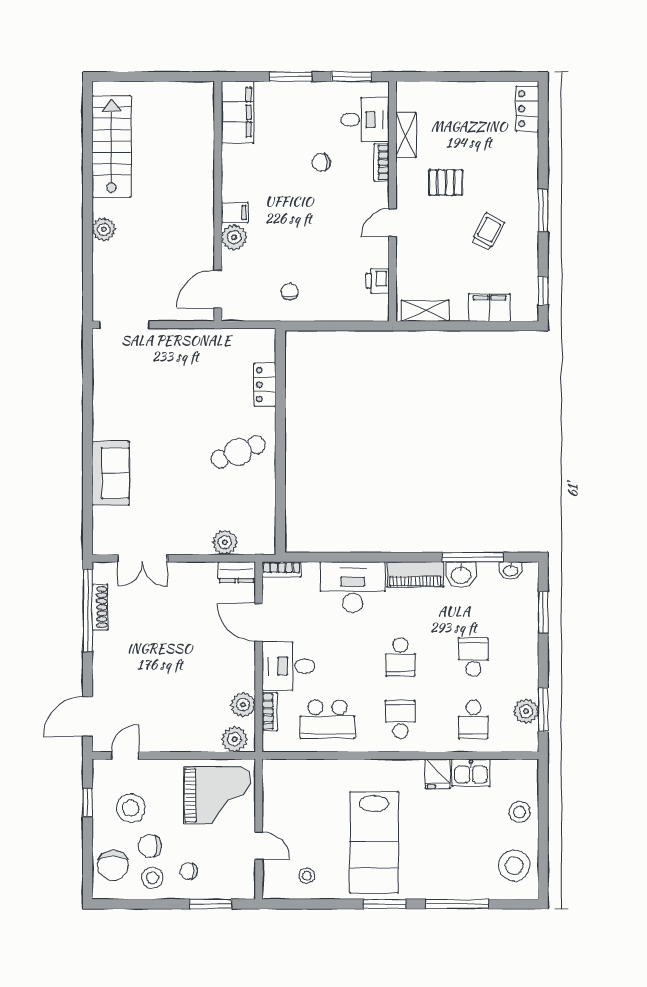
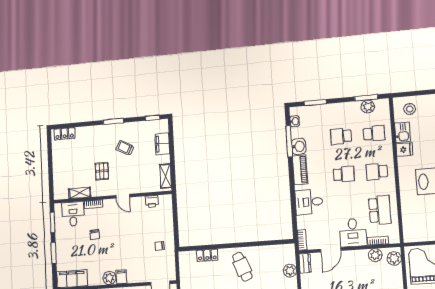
plant: (234, 237) -> (109, 278), moved
desk: (353, 587) -> (309, 202), width x0.73
stool: (520, 812) -> (410, 109), moved

